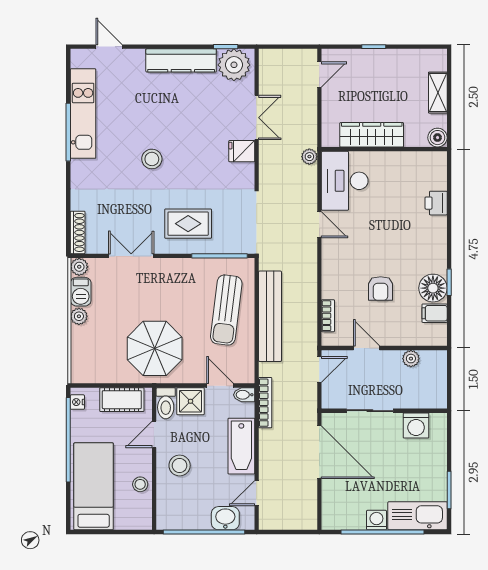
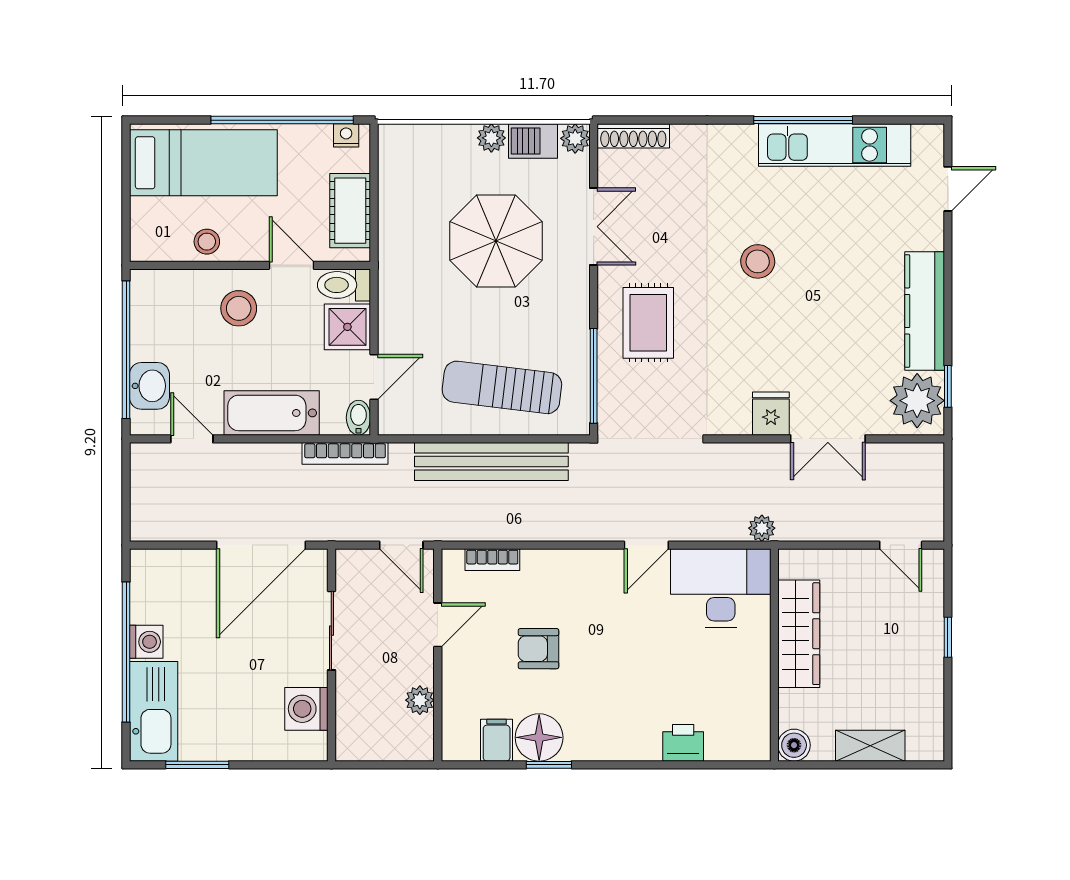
parasol: (155, 348) -> (496, 241), moved

